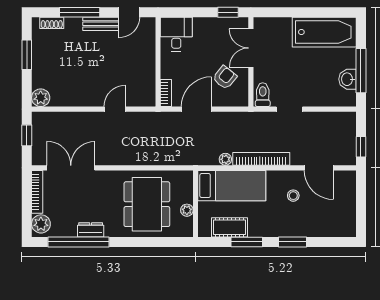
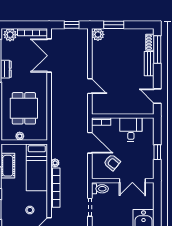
window: (80, 12) -> (157, 50), moved
window: (228, 12) -> (157, 152), moved
bench: (101, 24) -> (149, 64), moved
desk: (176, 34) -> (131, 130), moved, turned -90
double door: (251, 48) -> (132, 181), swing flipped
window: (27, 55) -> (114, 25), moved
double door: (71, 168) -> (49, 56), swing flipped
dining table: (147, 204) -> (24, 108), width x0.73

